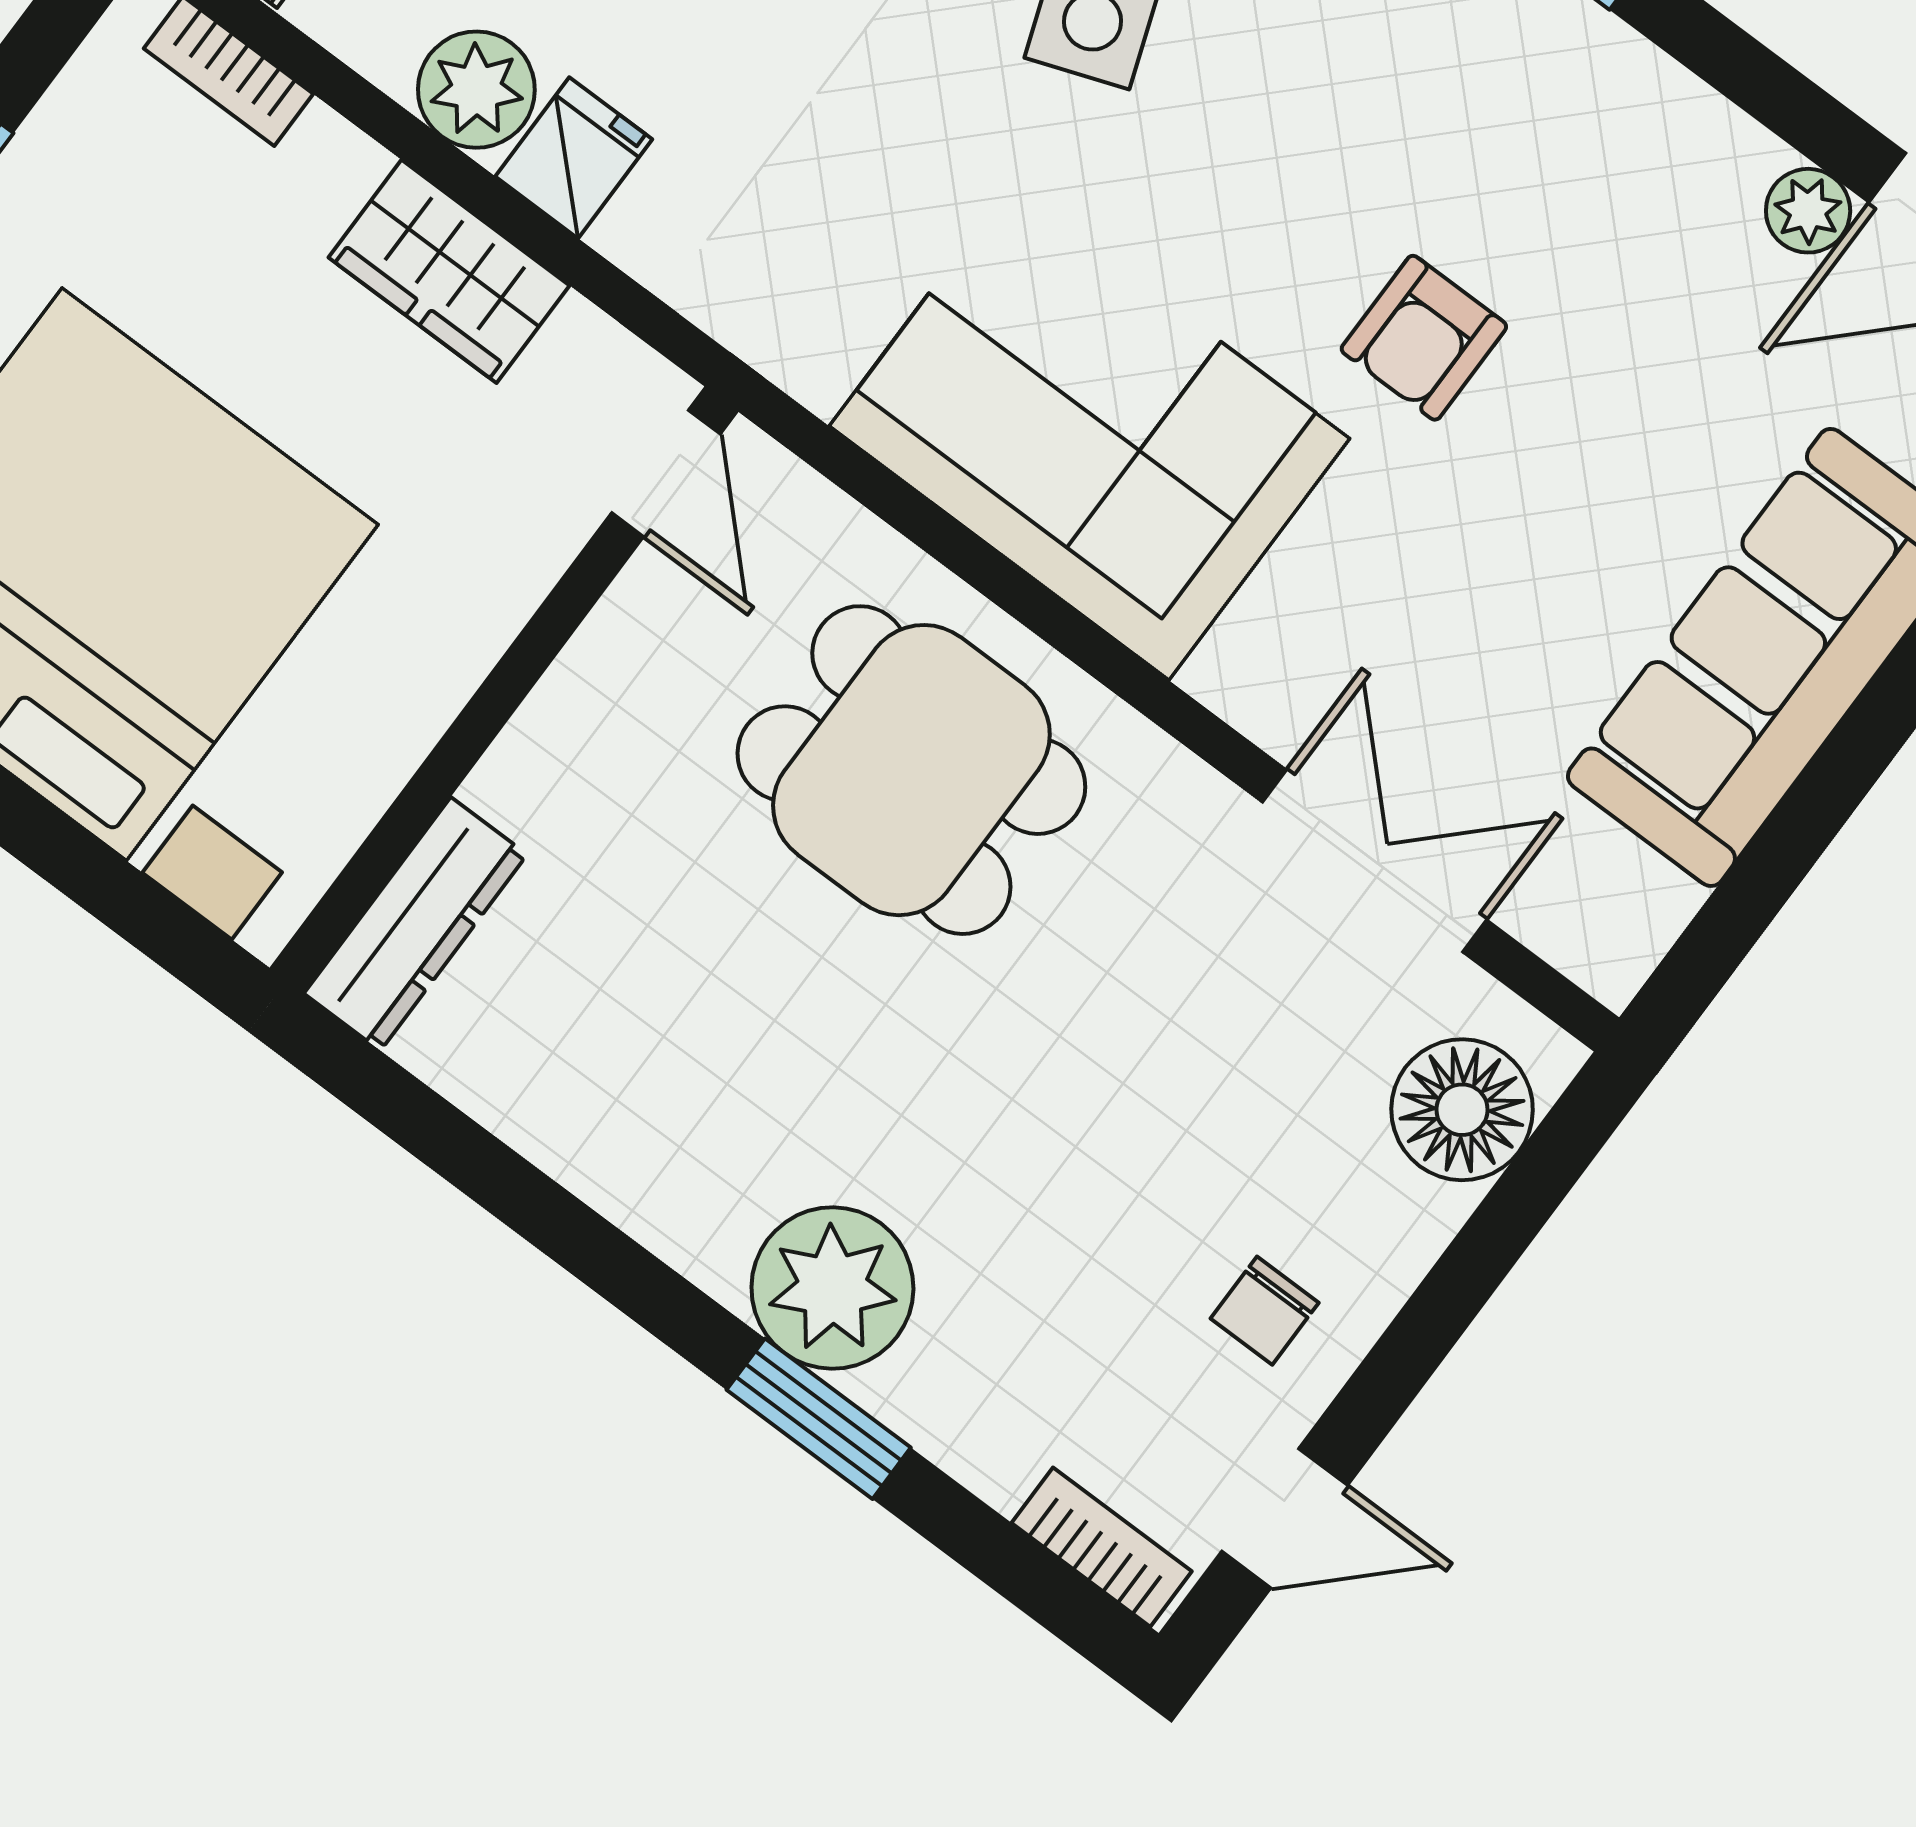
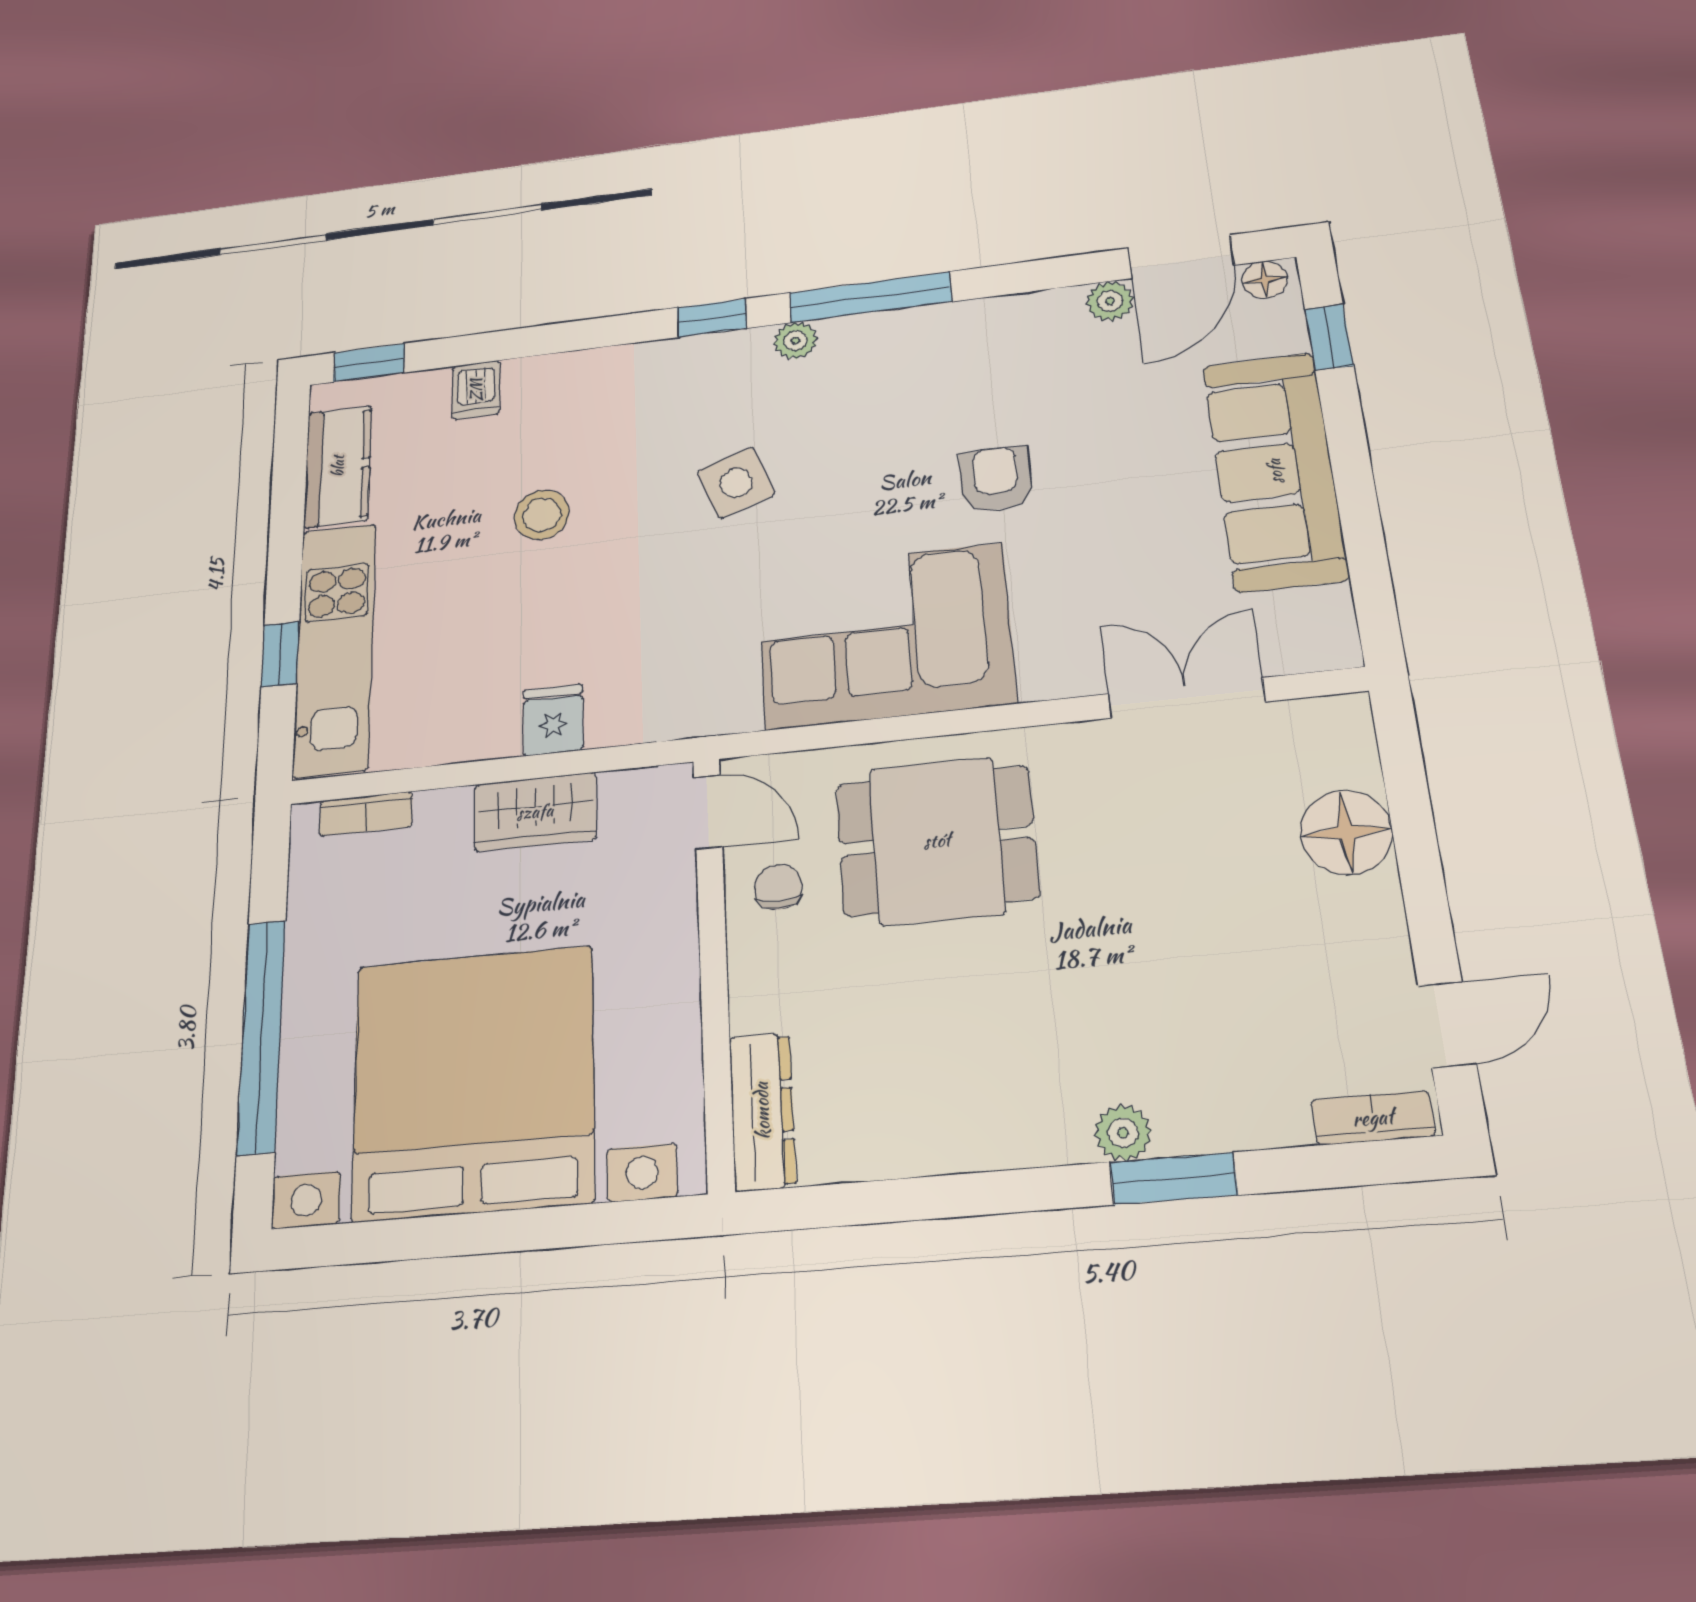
plant: (476, 90) -> (486, 729), removed
armchair: (1424, 338) -> (996, 479), turned 180
floor lamp: (1462, 1110) -> (1346, 832), moved
plant: (832, 1288) -> (1123, 1133), width x0.53, depth x0.53
chair: (1265, 1311) -> (778, 887), moved, turned 180

